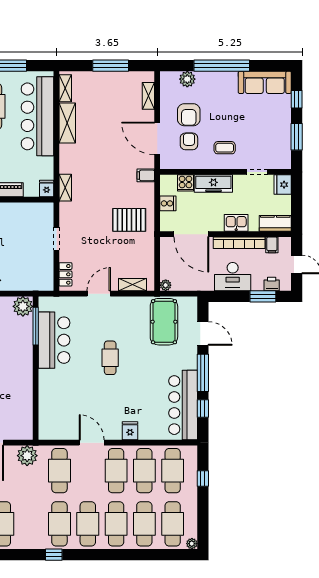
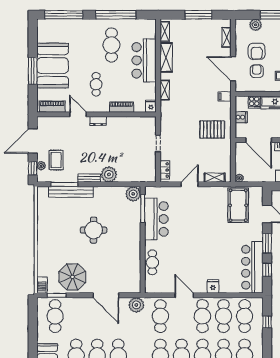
bar counter: (37, 116) -> (144, 60), width x0.73
shelving: (65, 188) -> (165, 90), moved
cafe table: (110, 358) -> (152, 262), moved
window: (203, 373) -> (267, 243), width x0.69

